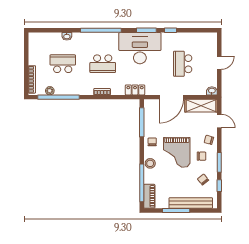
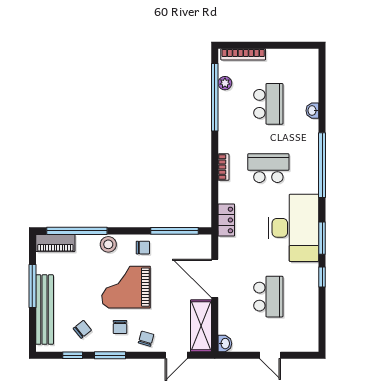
school desk: (103, 64) -> (268, 168), turned 90
school desk: (183, 64) -> (268, 297), turned 90

